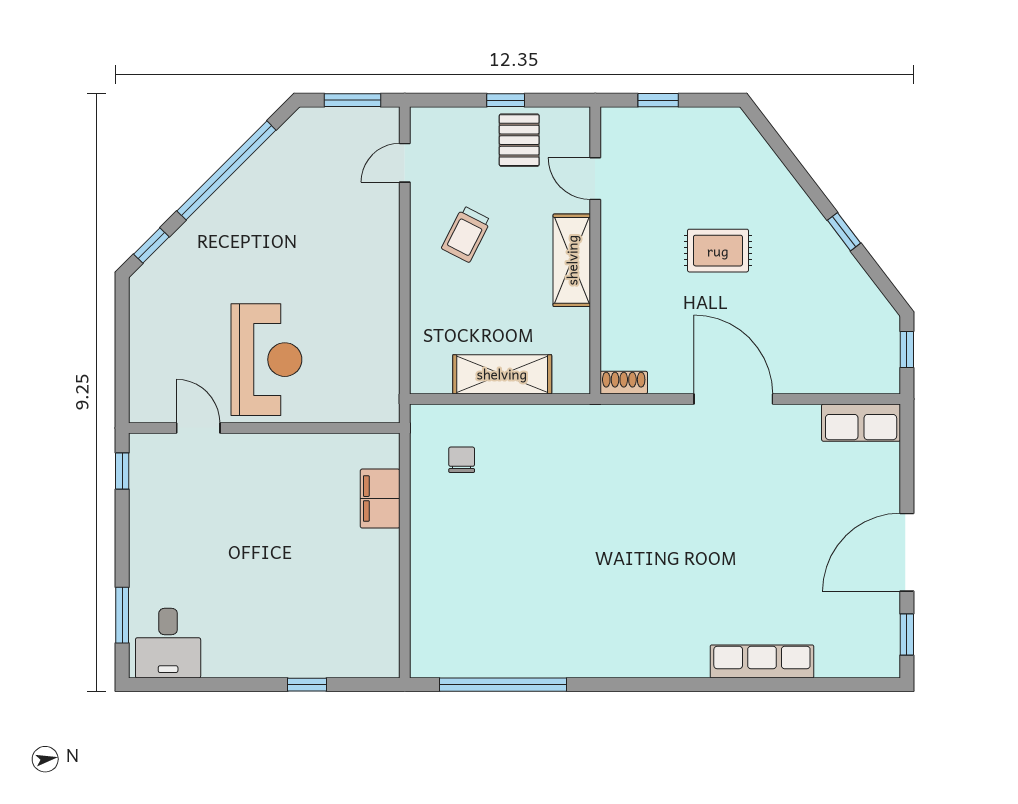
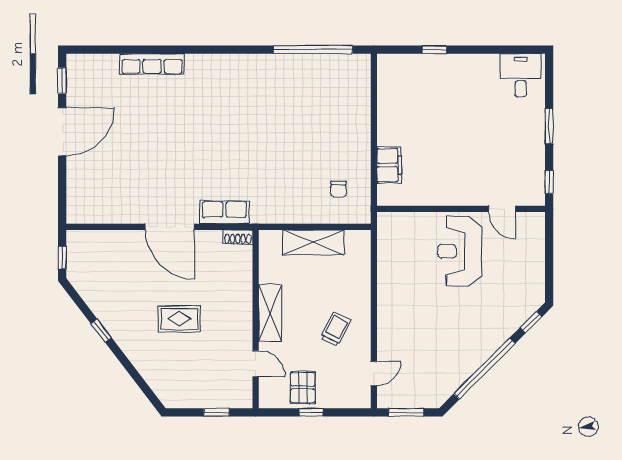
row of seats: (861, 423) -> (224, 212), moved
window: (122, 615) -> (549, 126), moved

